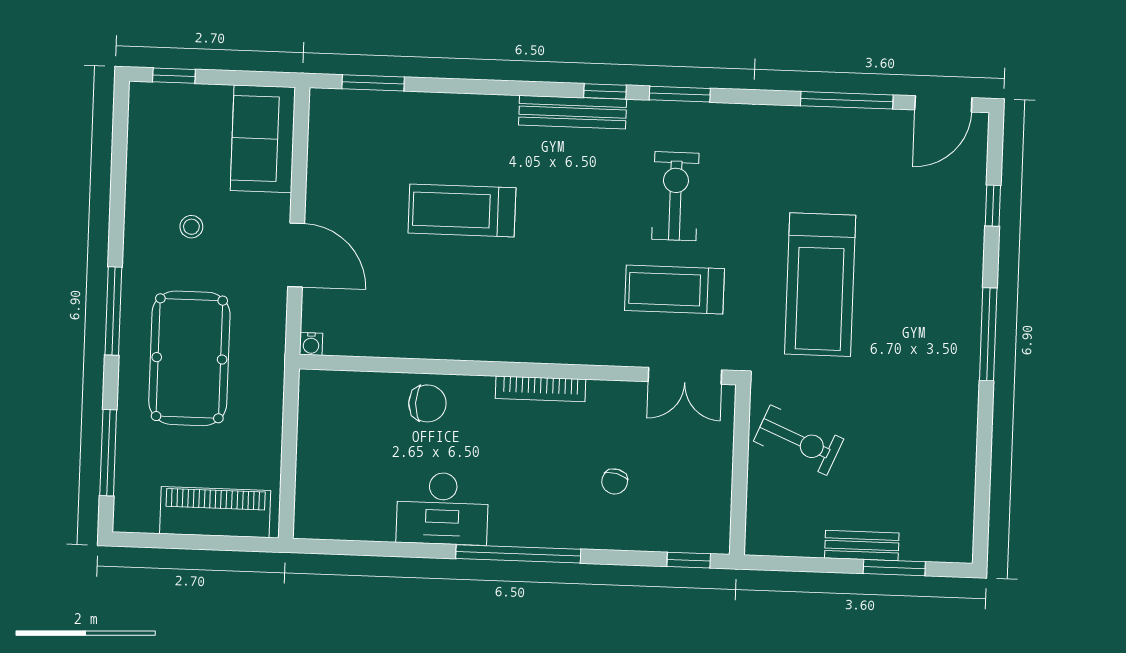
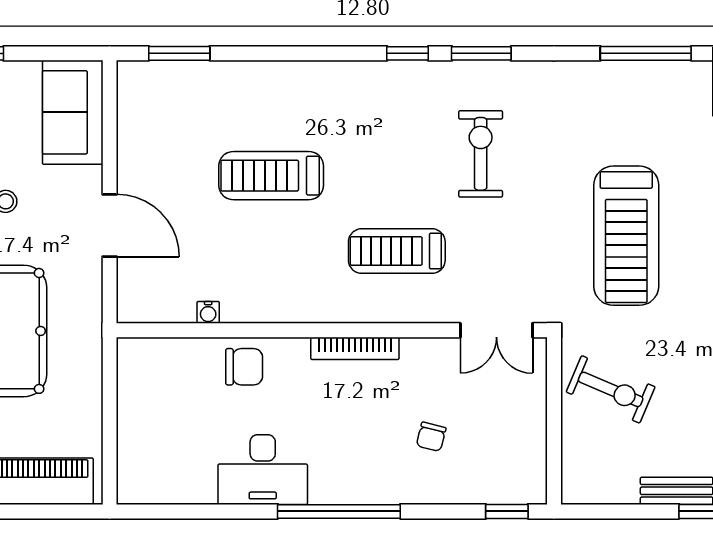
bench: (573, 112) -> (376, 75), removed
treadmill: (674, 290) -> (397, 251), moved
water cooler: (311, 344) -> (208, 312), moved

